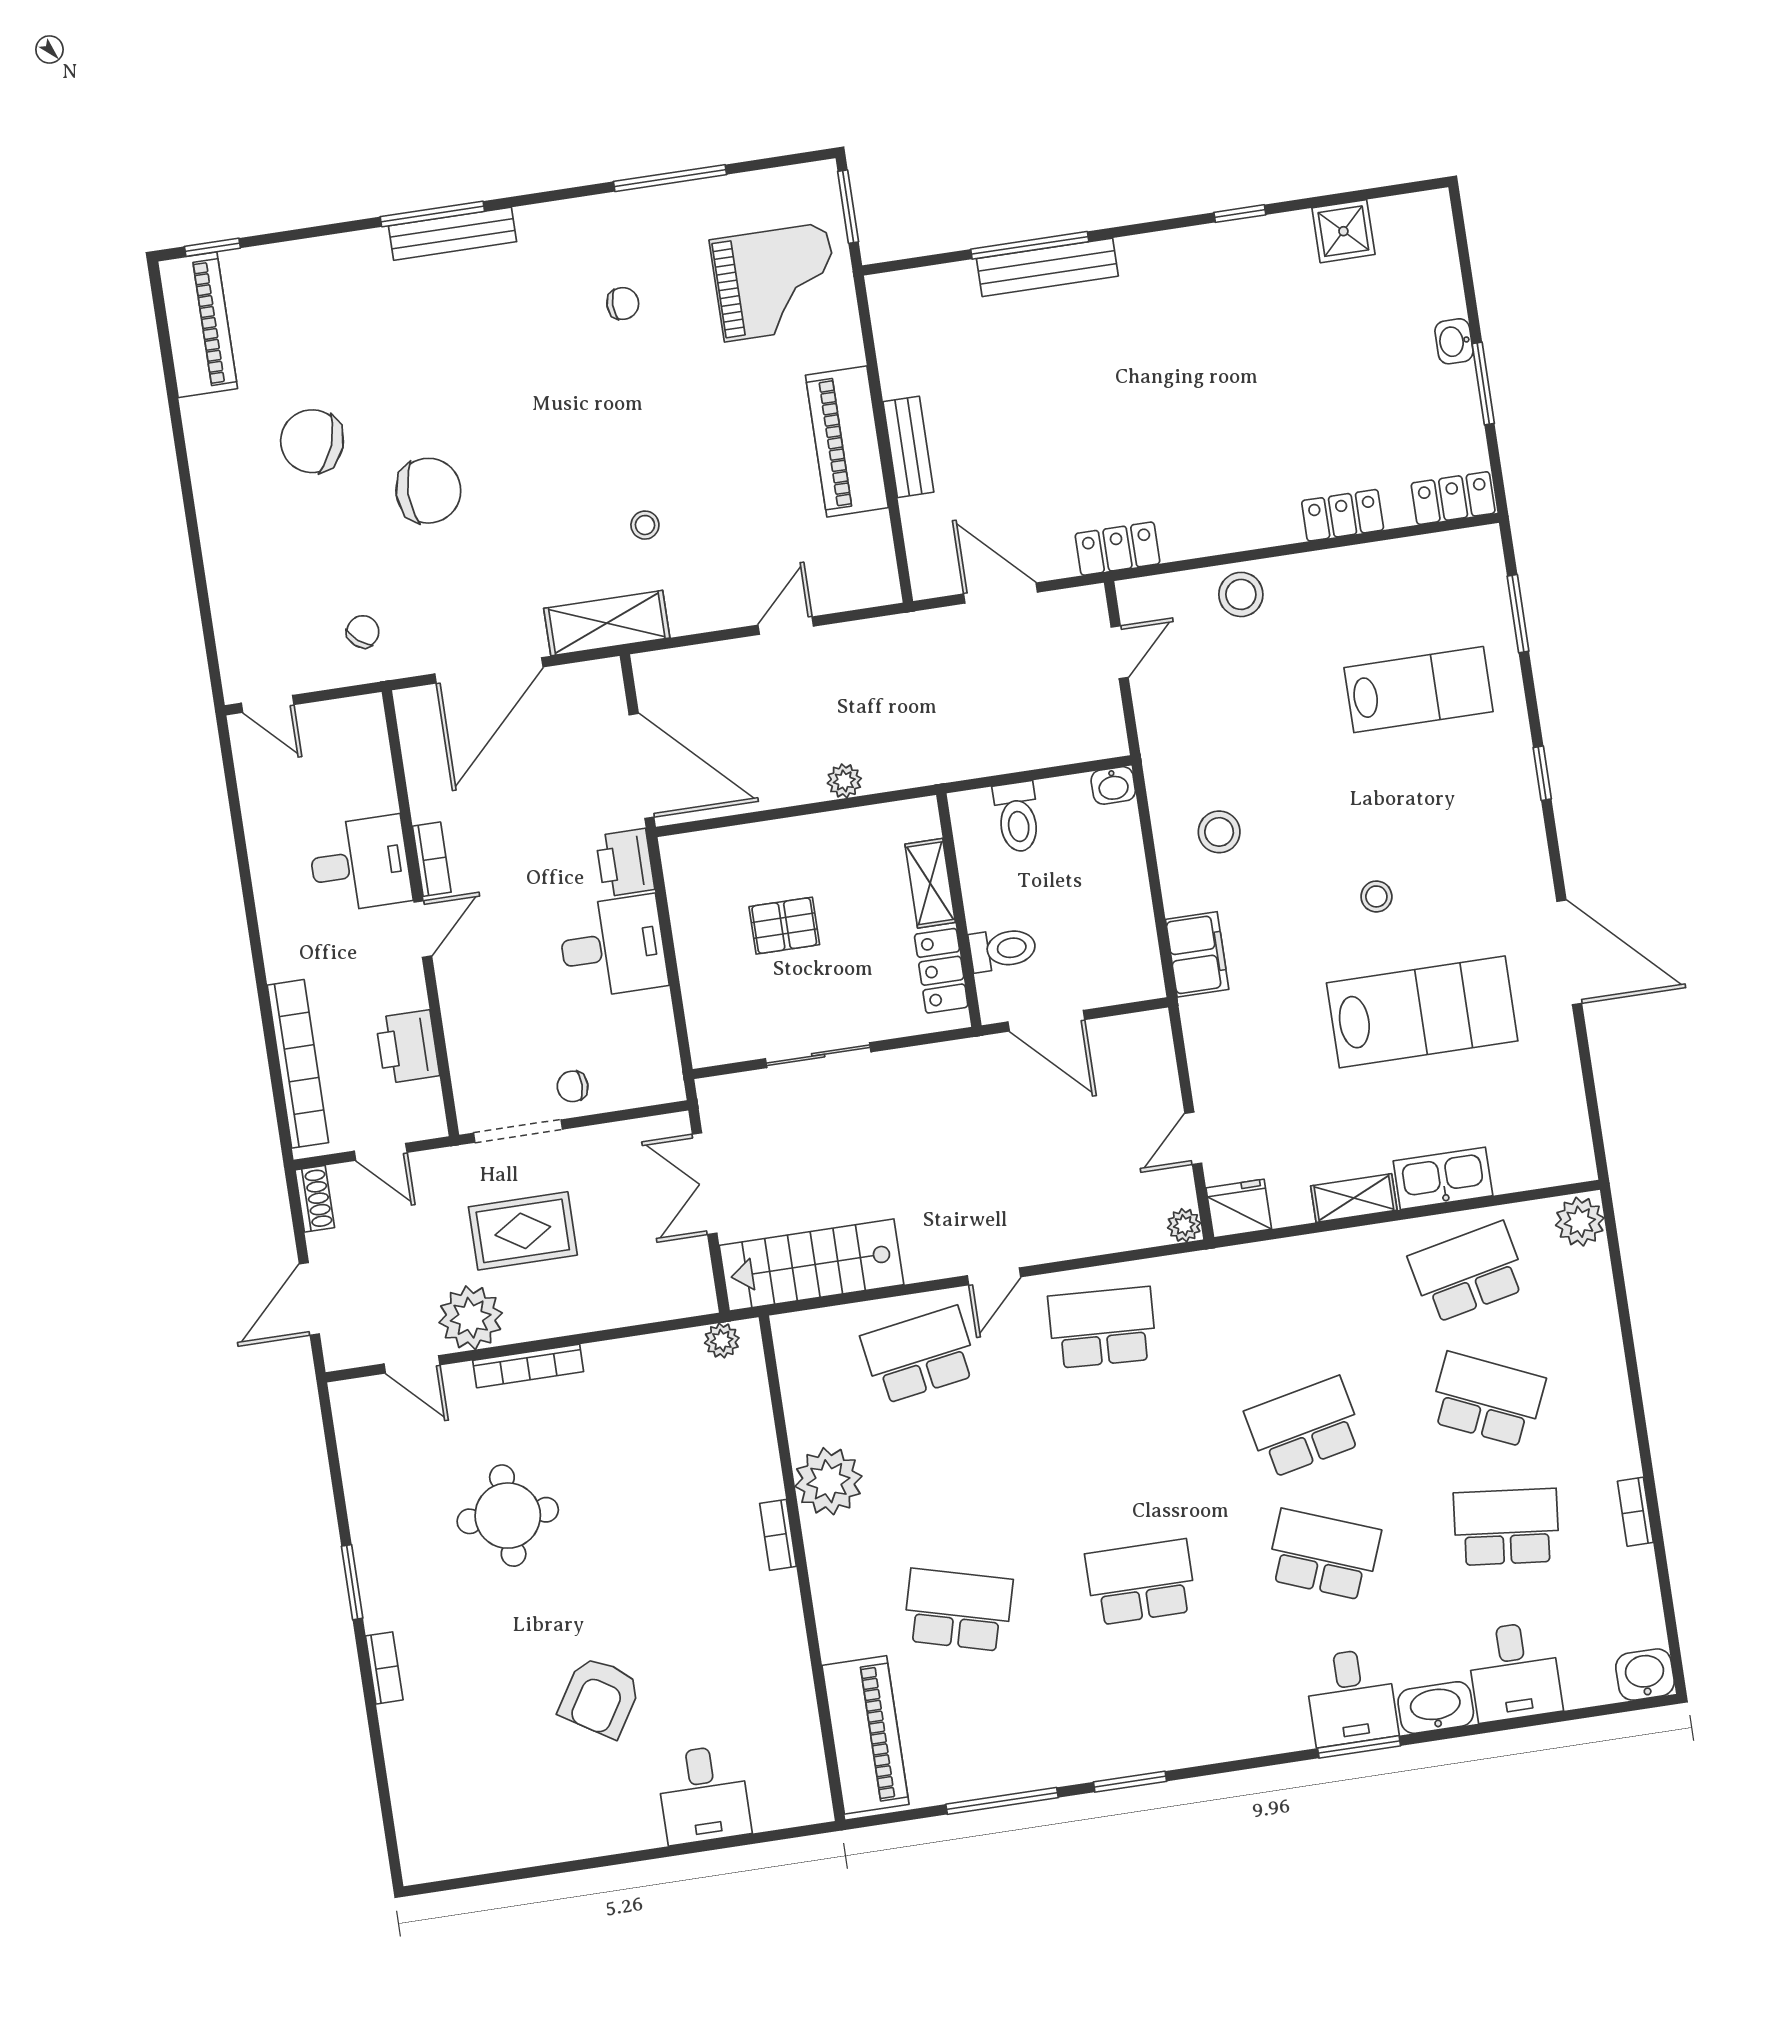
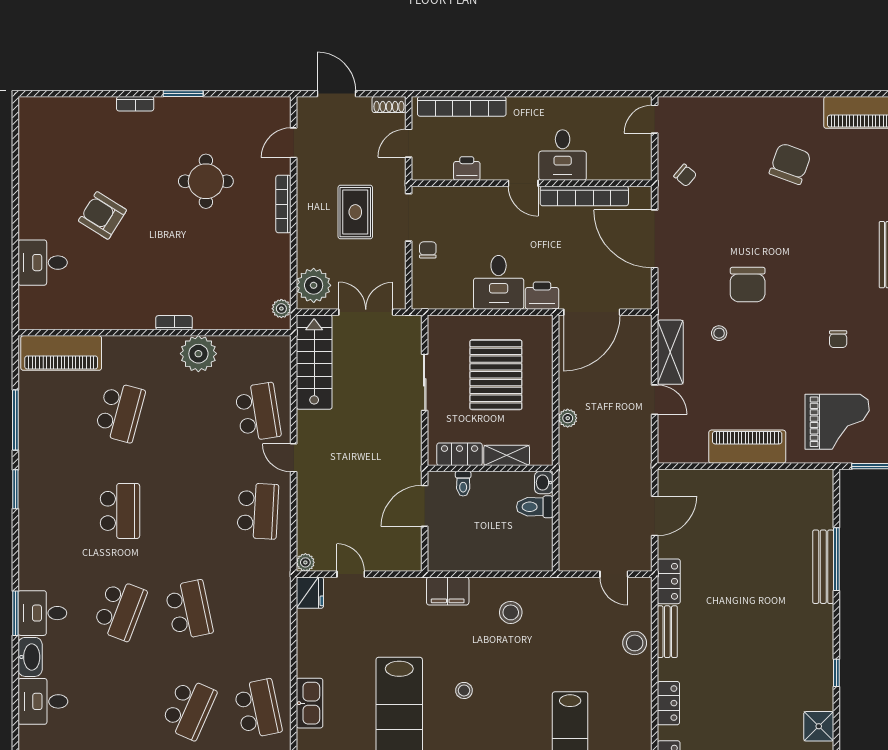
grand piano: (776, 282) -> (837, 422), turned -90
bench: (908, 447) -> (667, 632), moved, turned 90
chair: (428, 491) -> (748, 285), moved
shelving: (607, 623) -> (670, 352), moved
washbasin: (1113, 785) -> (544, 483), moved
bookcase: (432, 859) -> (584, 196), width x2.31, depth x1.31
pallet: (784, 926) -> (496, 375), width x2.05, depth x2.00
toilet: (1003, 949) -> (463, 484), width x0.73, depth x0.72
printer: (407, 1047) -> (467, 169), width x0.73, depth x0.81
shelving: (1354, 1198) -> (306, 654), removed
plant: (471, 1318) -> (314, 285), moved
school desk: (1506, 1527) -> (120, 709), removed

